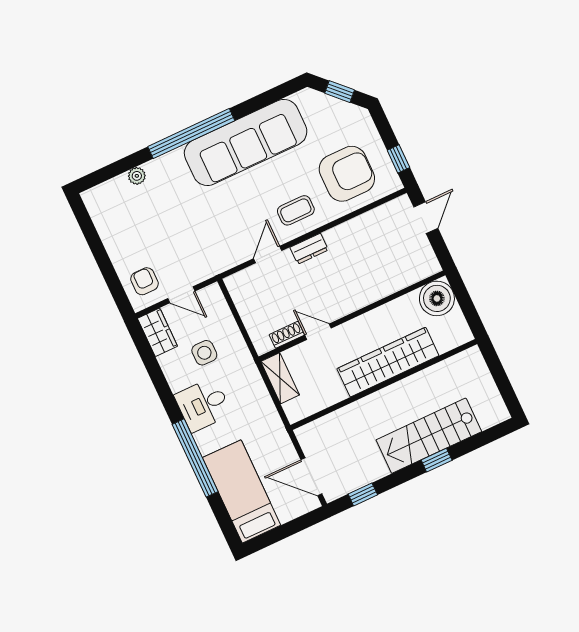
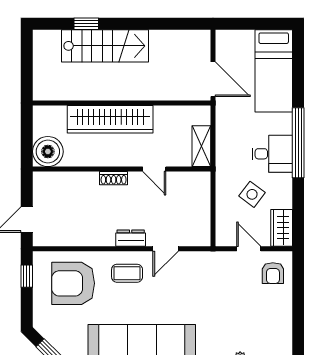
shoe rack: (287, 335) -> (114, 178), moved
side table: (204, 353) -> (252, 194), turned 37
window: (195, 458) -> (298, 143), moved
window: (437, 460) -> (86, 24), moved
door: (311, 477) -> (213, 79), moved
window: (363, 494) -> (179, 24), removed

